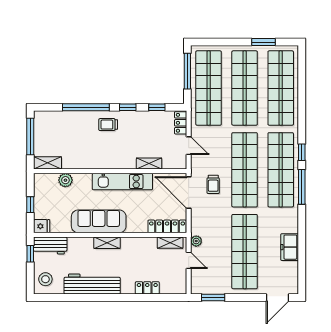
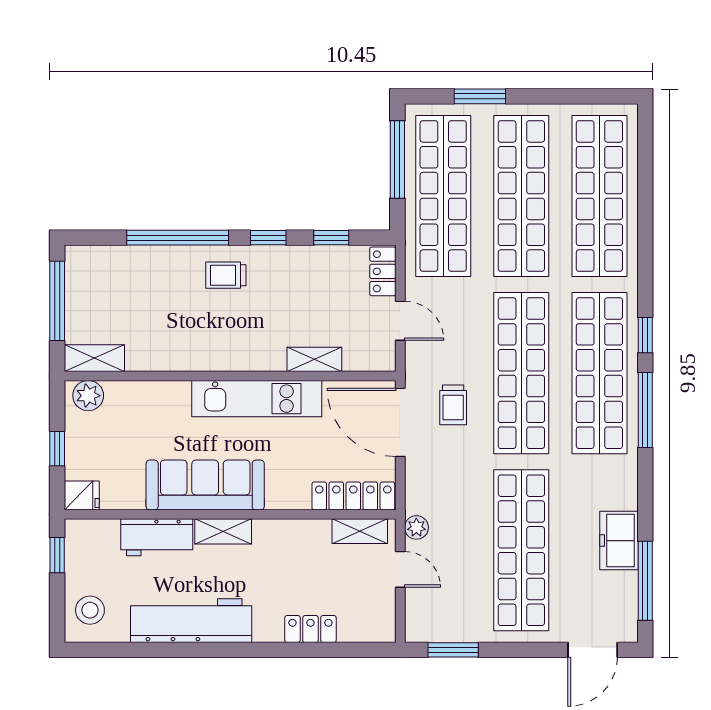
window: (264, 42) -> (480, 96), moved
plant: (65, 180) -> (88, 396), moved
workbench: (50, 246) -> (157, 537), moved
window: (302, 266) -> (645, 581), added

